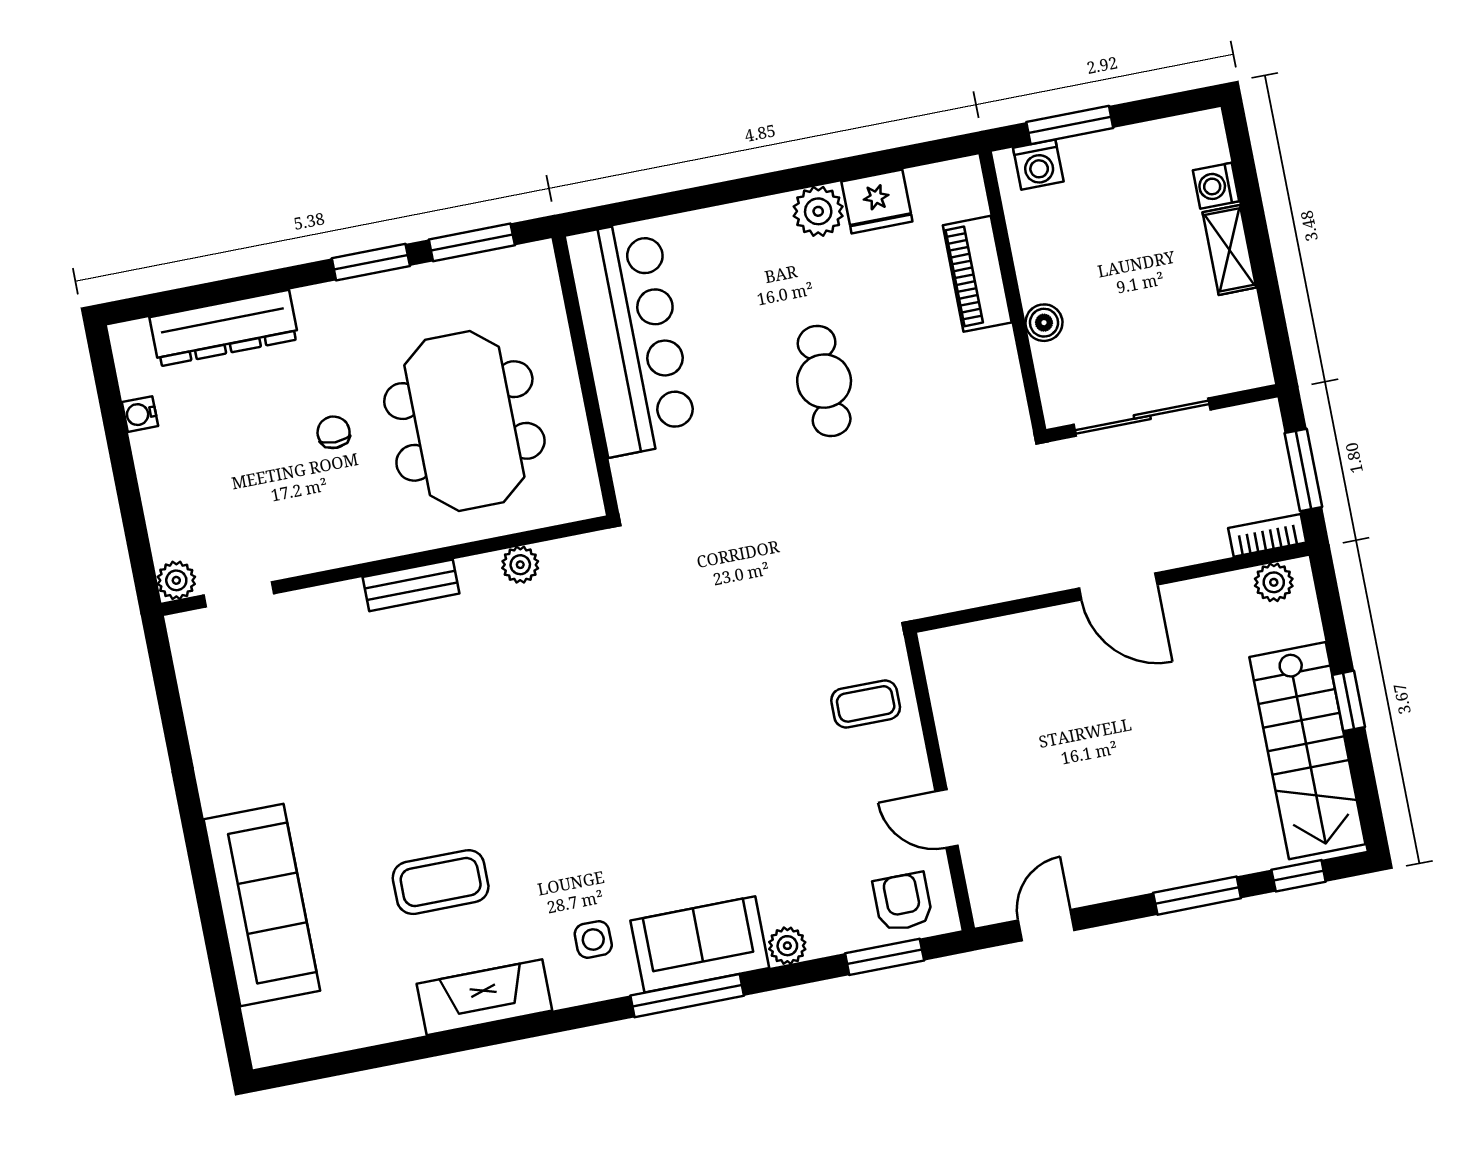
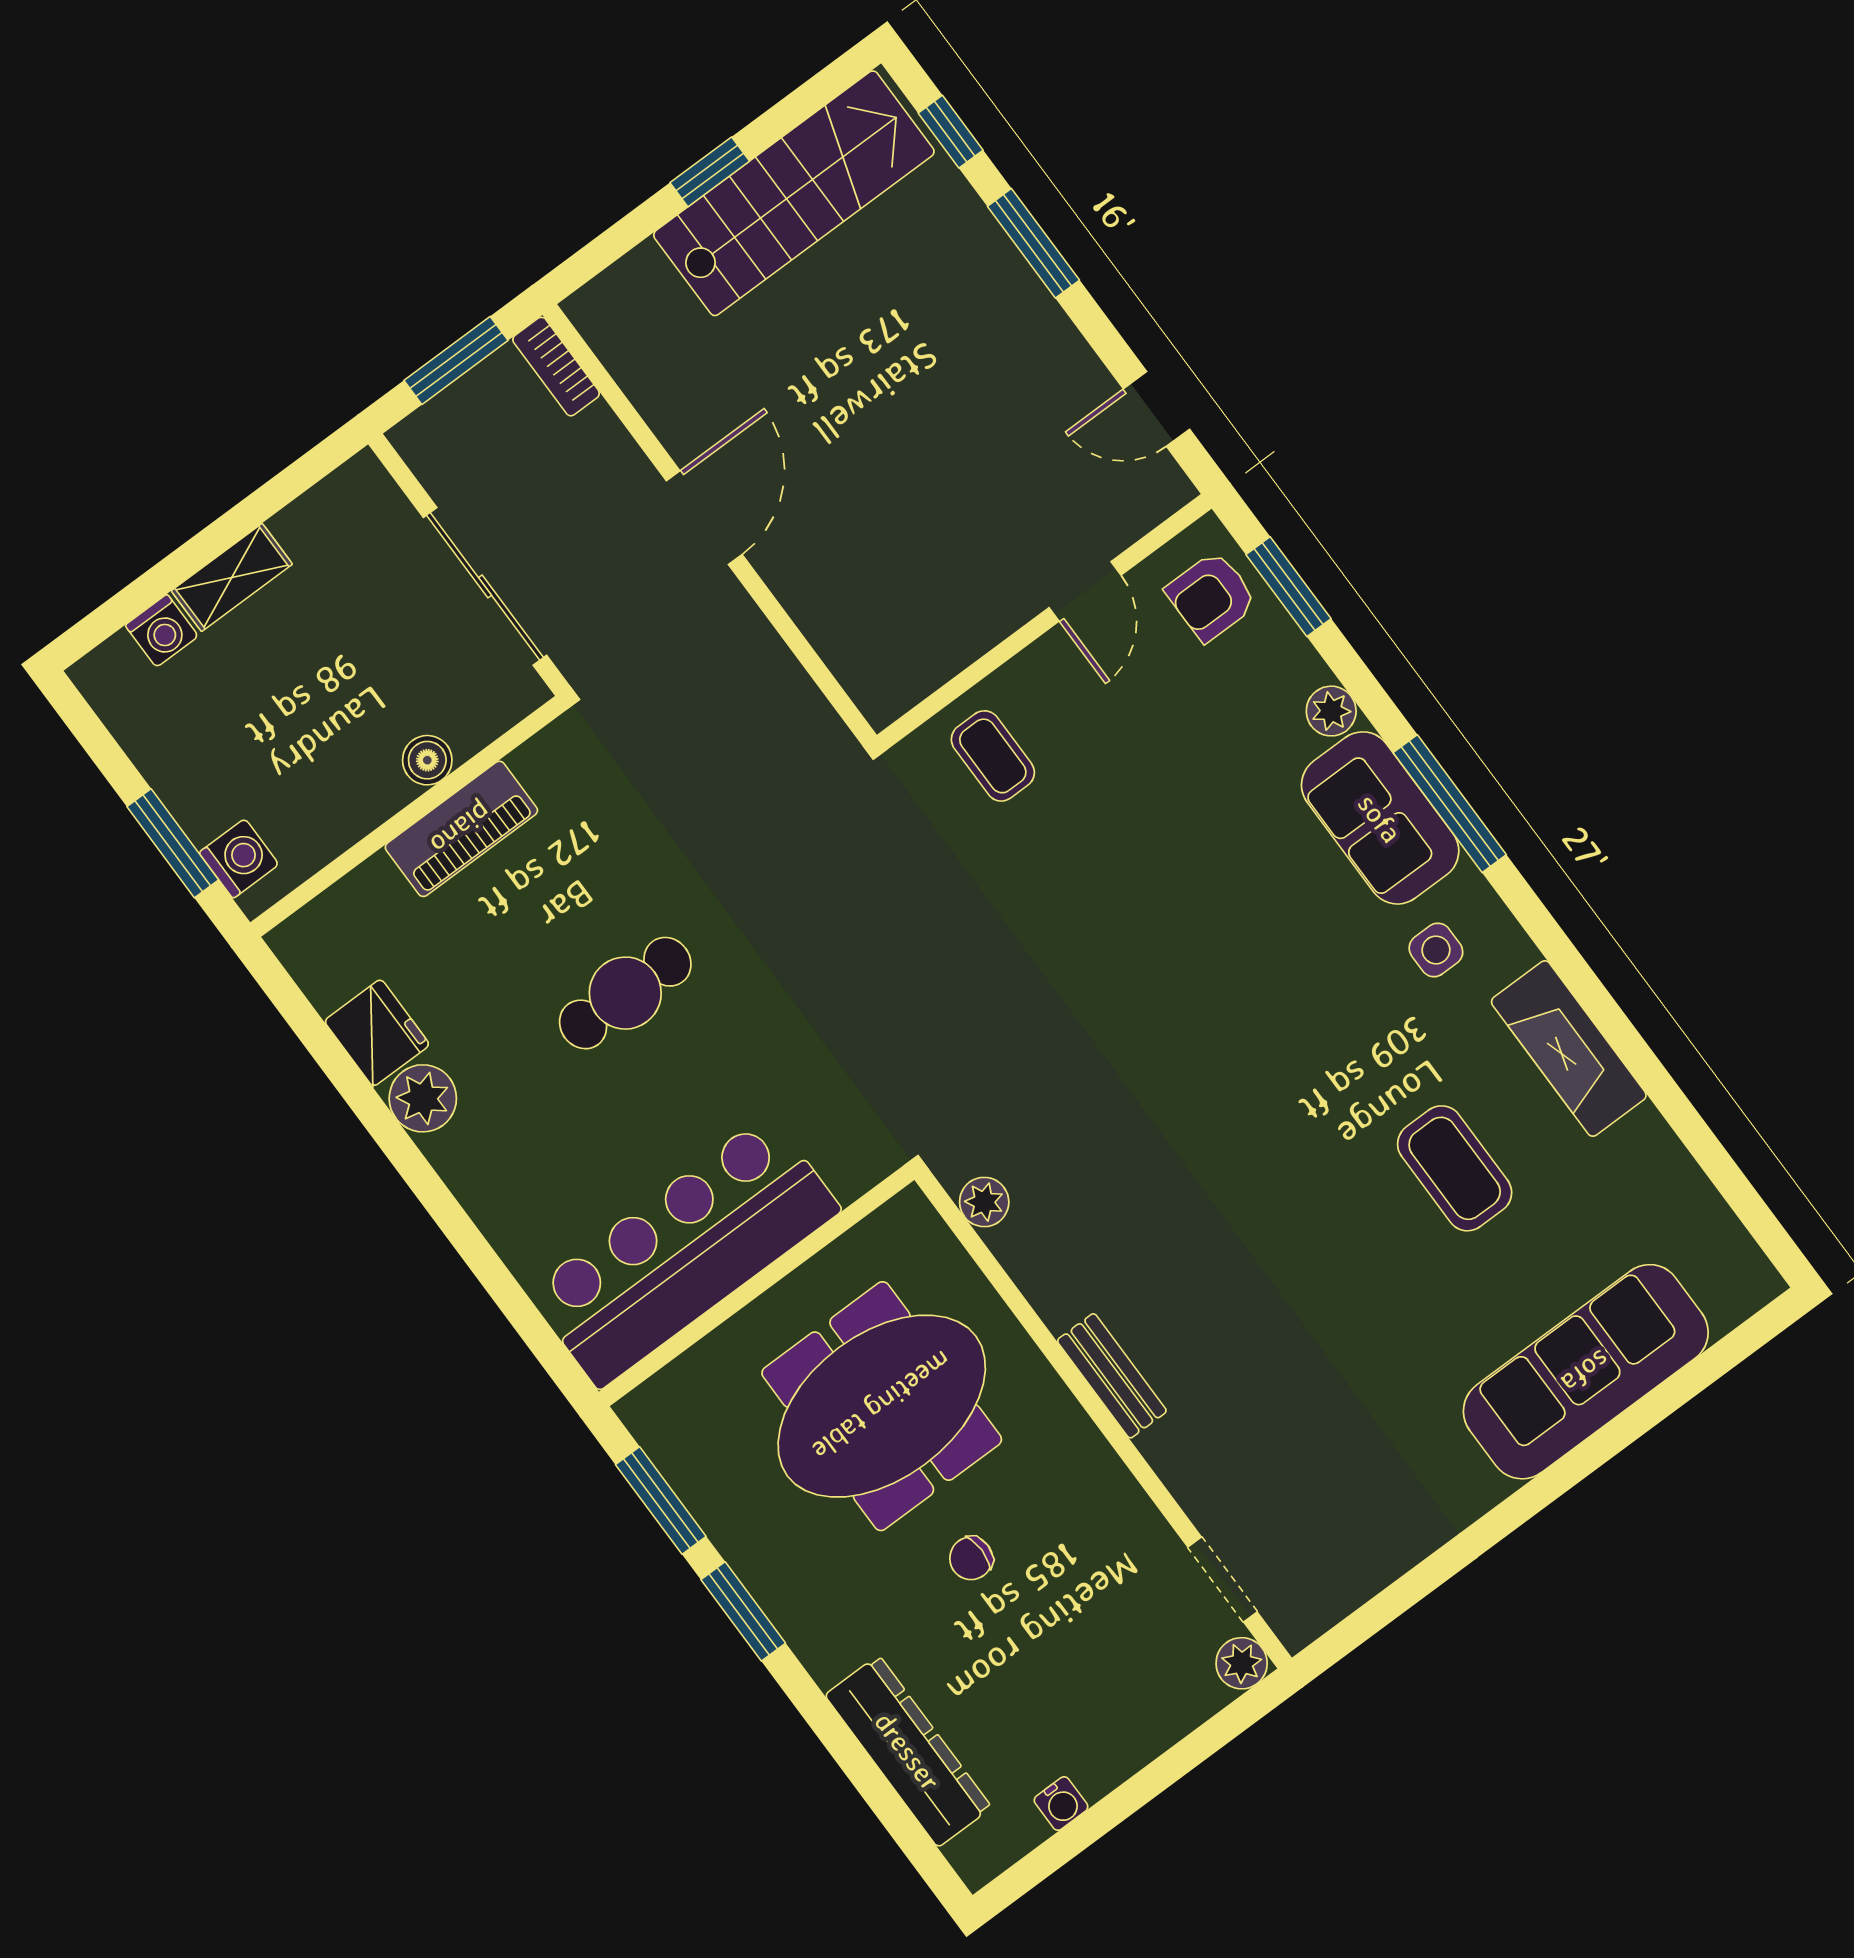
piano: (977, 274) -> (461, 829), moved
plant: (520, 565) -> (984, 1202), moved
plant: (1274, 582) -> (609, 331), removed

